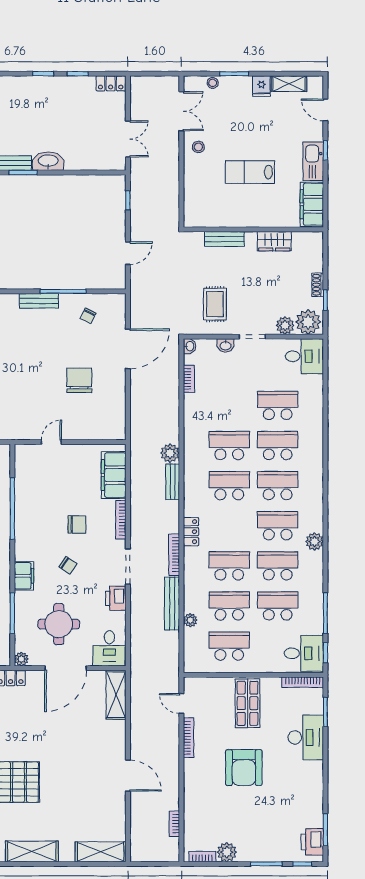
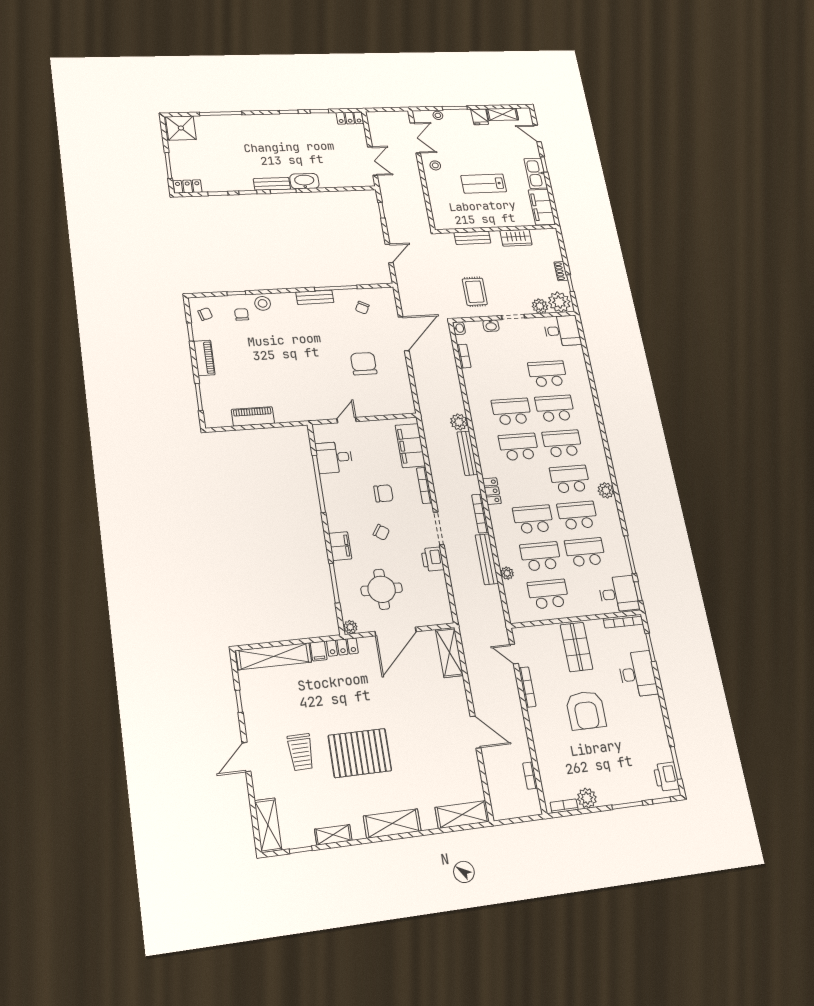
bench: (173, 482) -> (467, 453), width x1.36
desk: (109, 648) -> (334, 457), moved, turned 90

